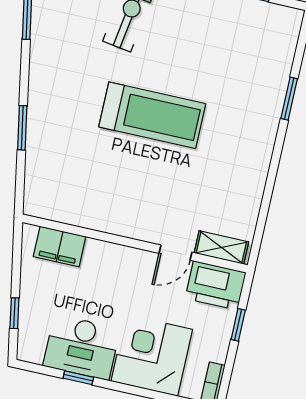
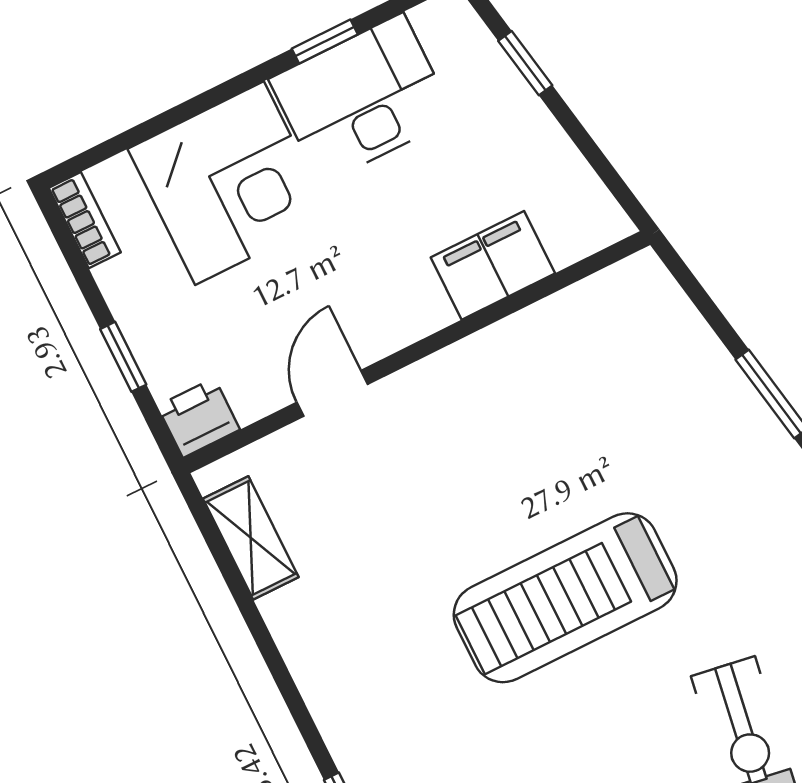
filing cabinet: (60, 247) -> (493, 265), moved
shelving: (221, 247) -> (251, 538), moved, turned 90
printer: (216, 285) -> (199, 418), width x0.53, depth x0.68

